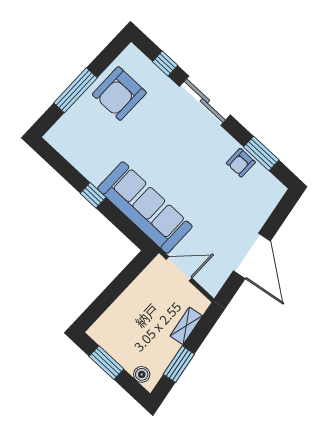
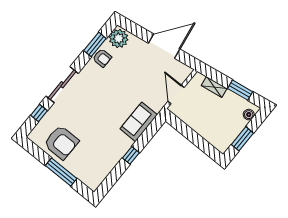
plant: (268, 189) -> (119, 38), added
sofa: (145, 207) -> (139, 122), width x0.54, depth x0.79

